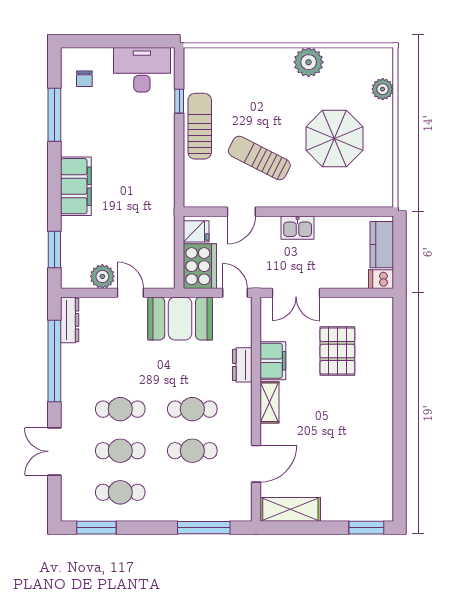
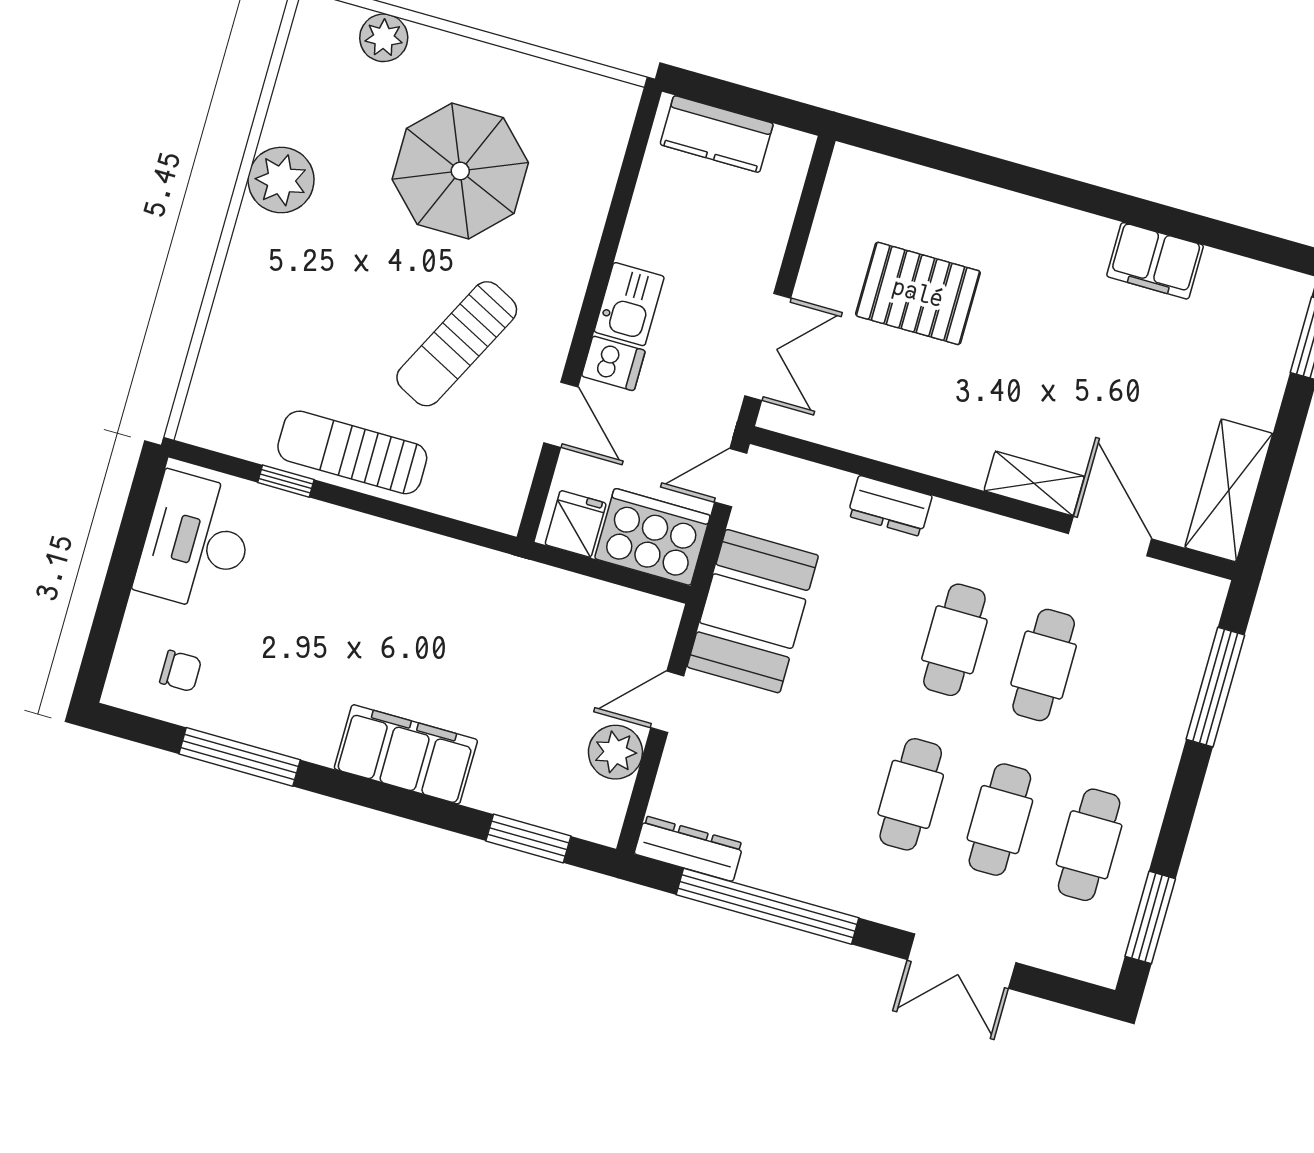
dishwasher: (381, 279) -> (613, 363), moved, turned -90
filing cabinet: (273, 361) -> (1155, 261), moved, turned 180
shelving: (270, 402) -> (1034, 483), moved

